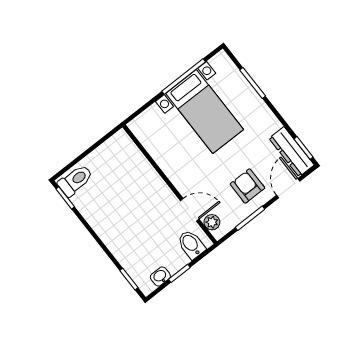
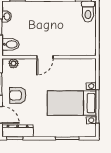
armchair: (247, 186) -> (18, 95), turned 180
door: (190, 210) -> (45, 57), moved

